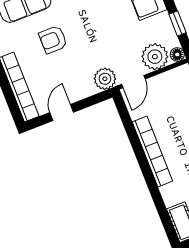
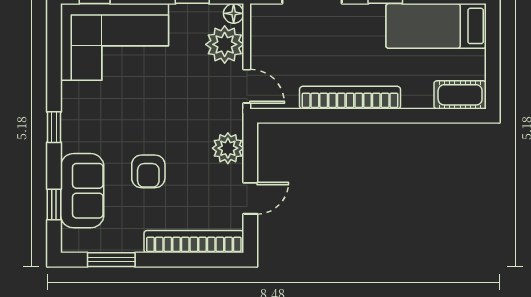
plant: (105, 79) -> (228, 148), moved
door: (62, 112) -> (250, 198), swing flipped

